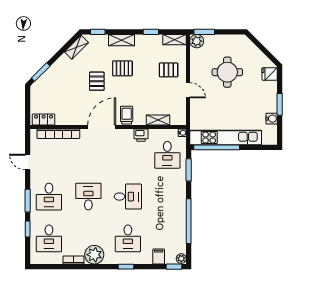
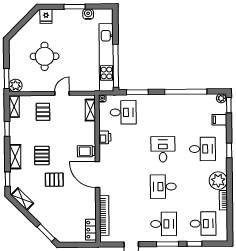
shelving: (158, 120) -> (90, 110), moved

